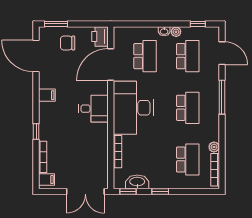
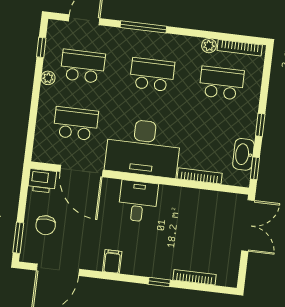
washbasin: (164, 31) -> (46, 94), removed
filing cabinet: (47, 180) -> (226, 276), removed

